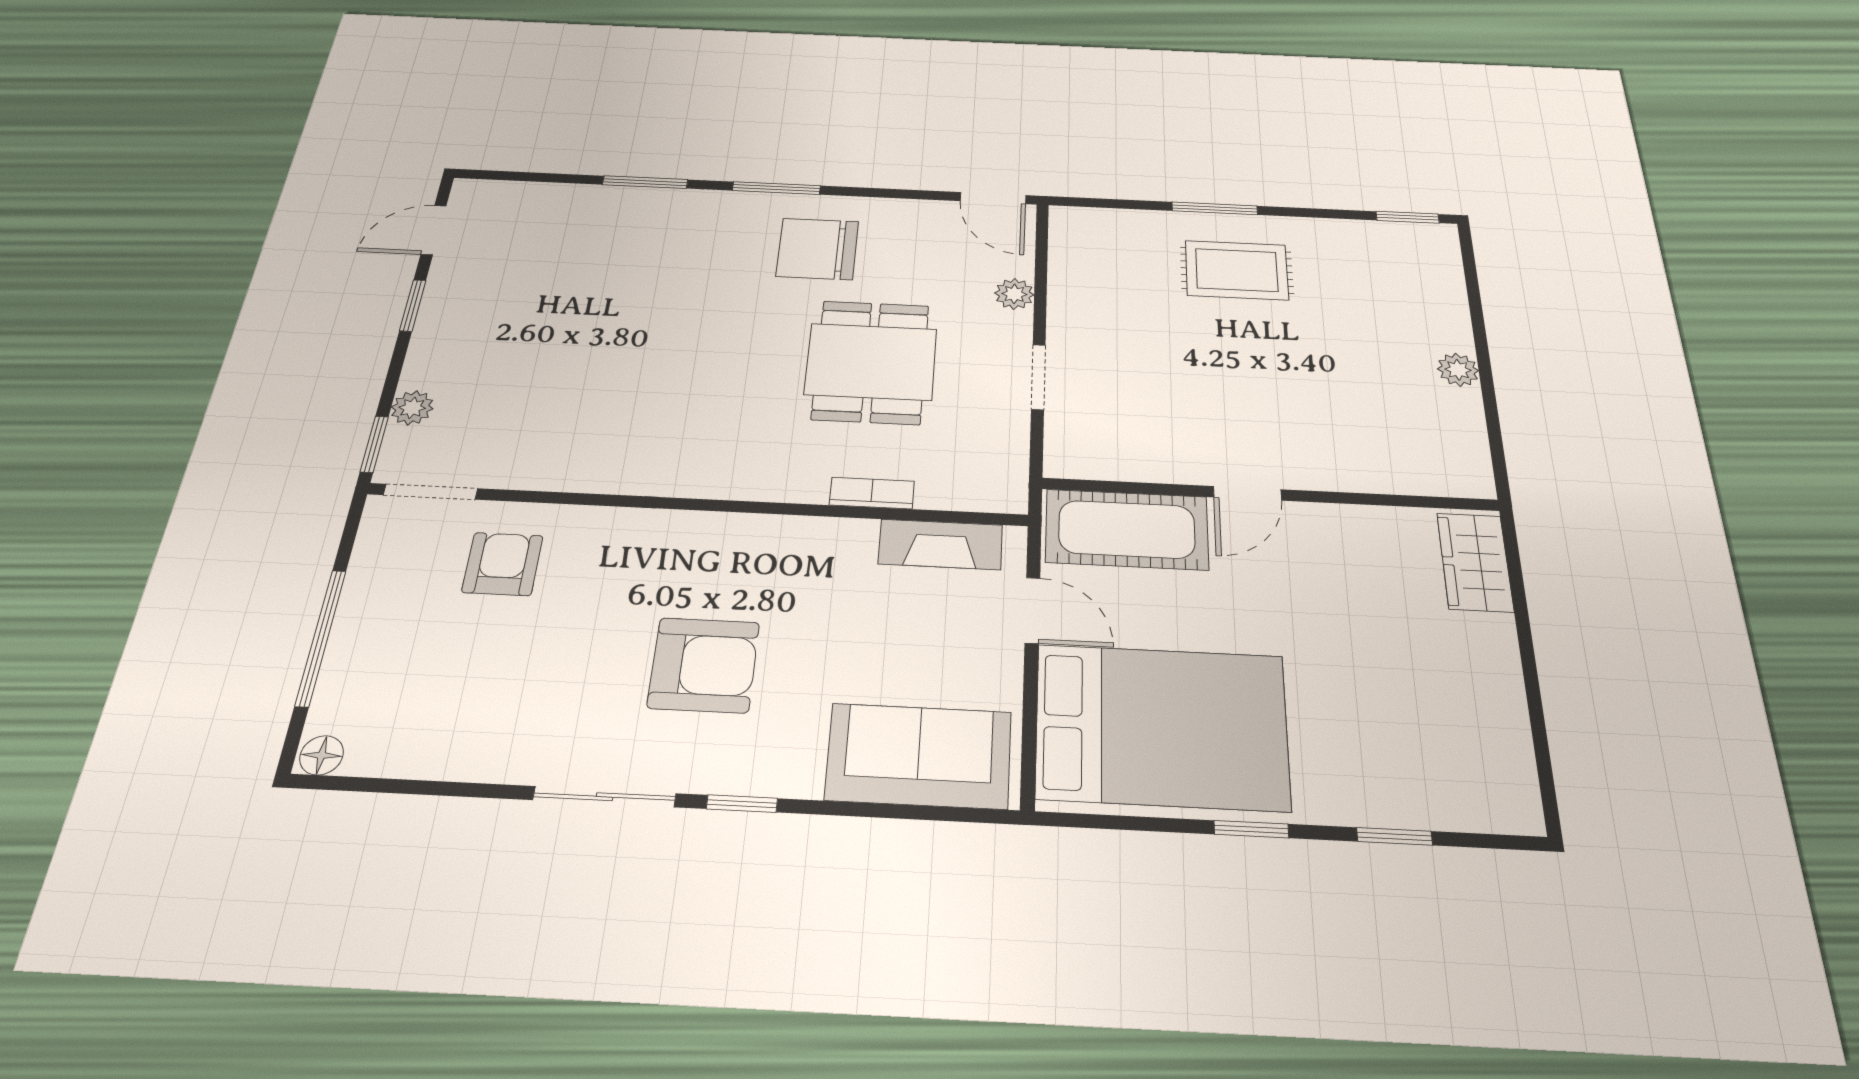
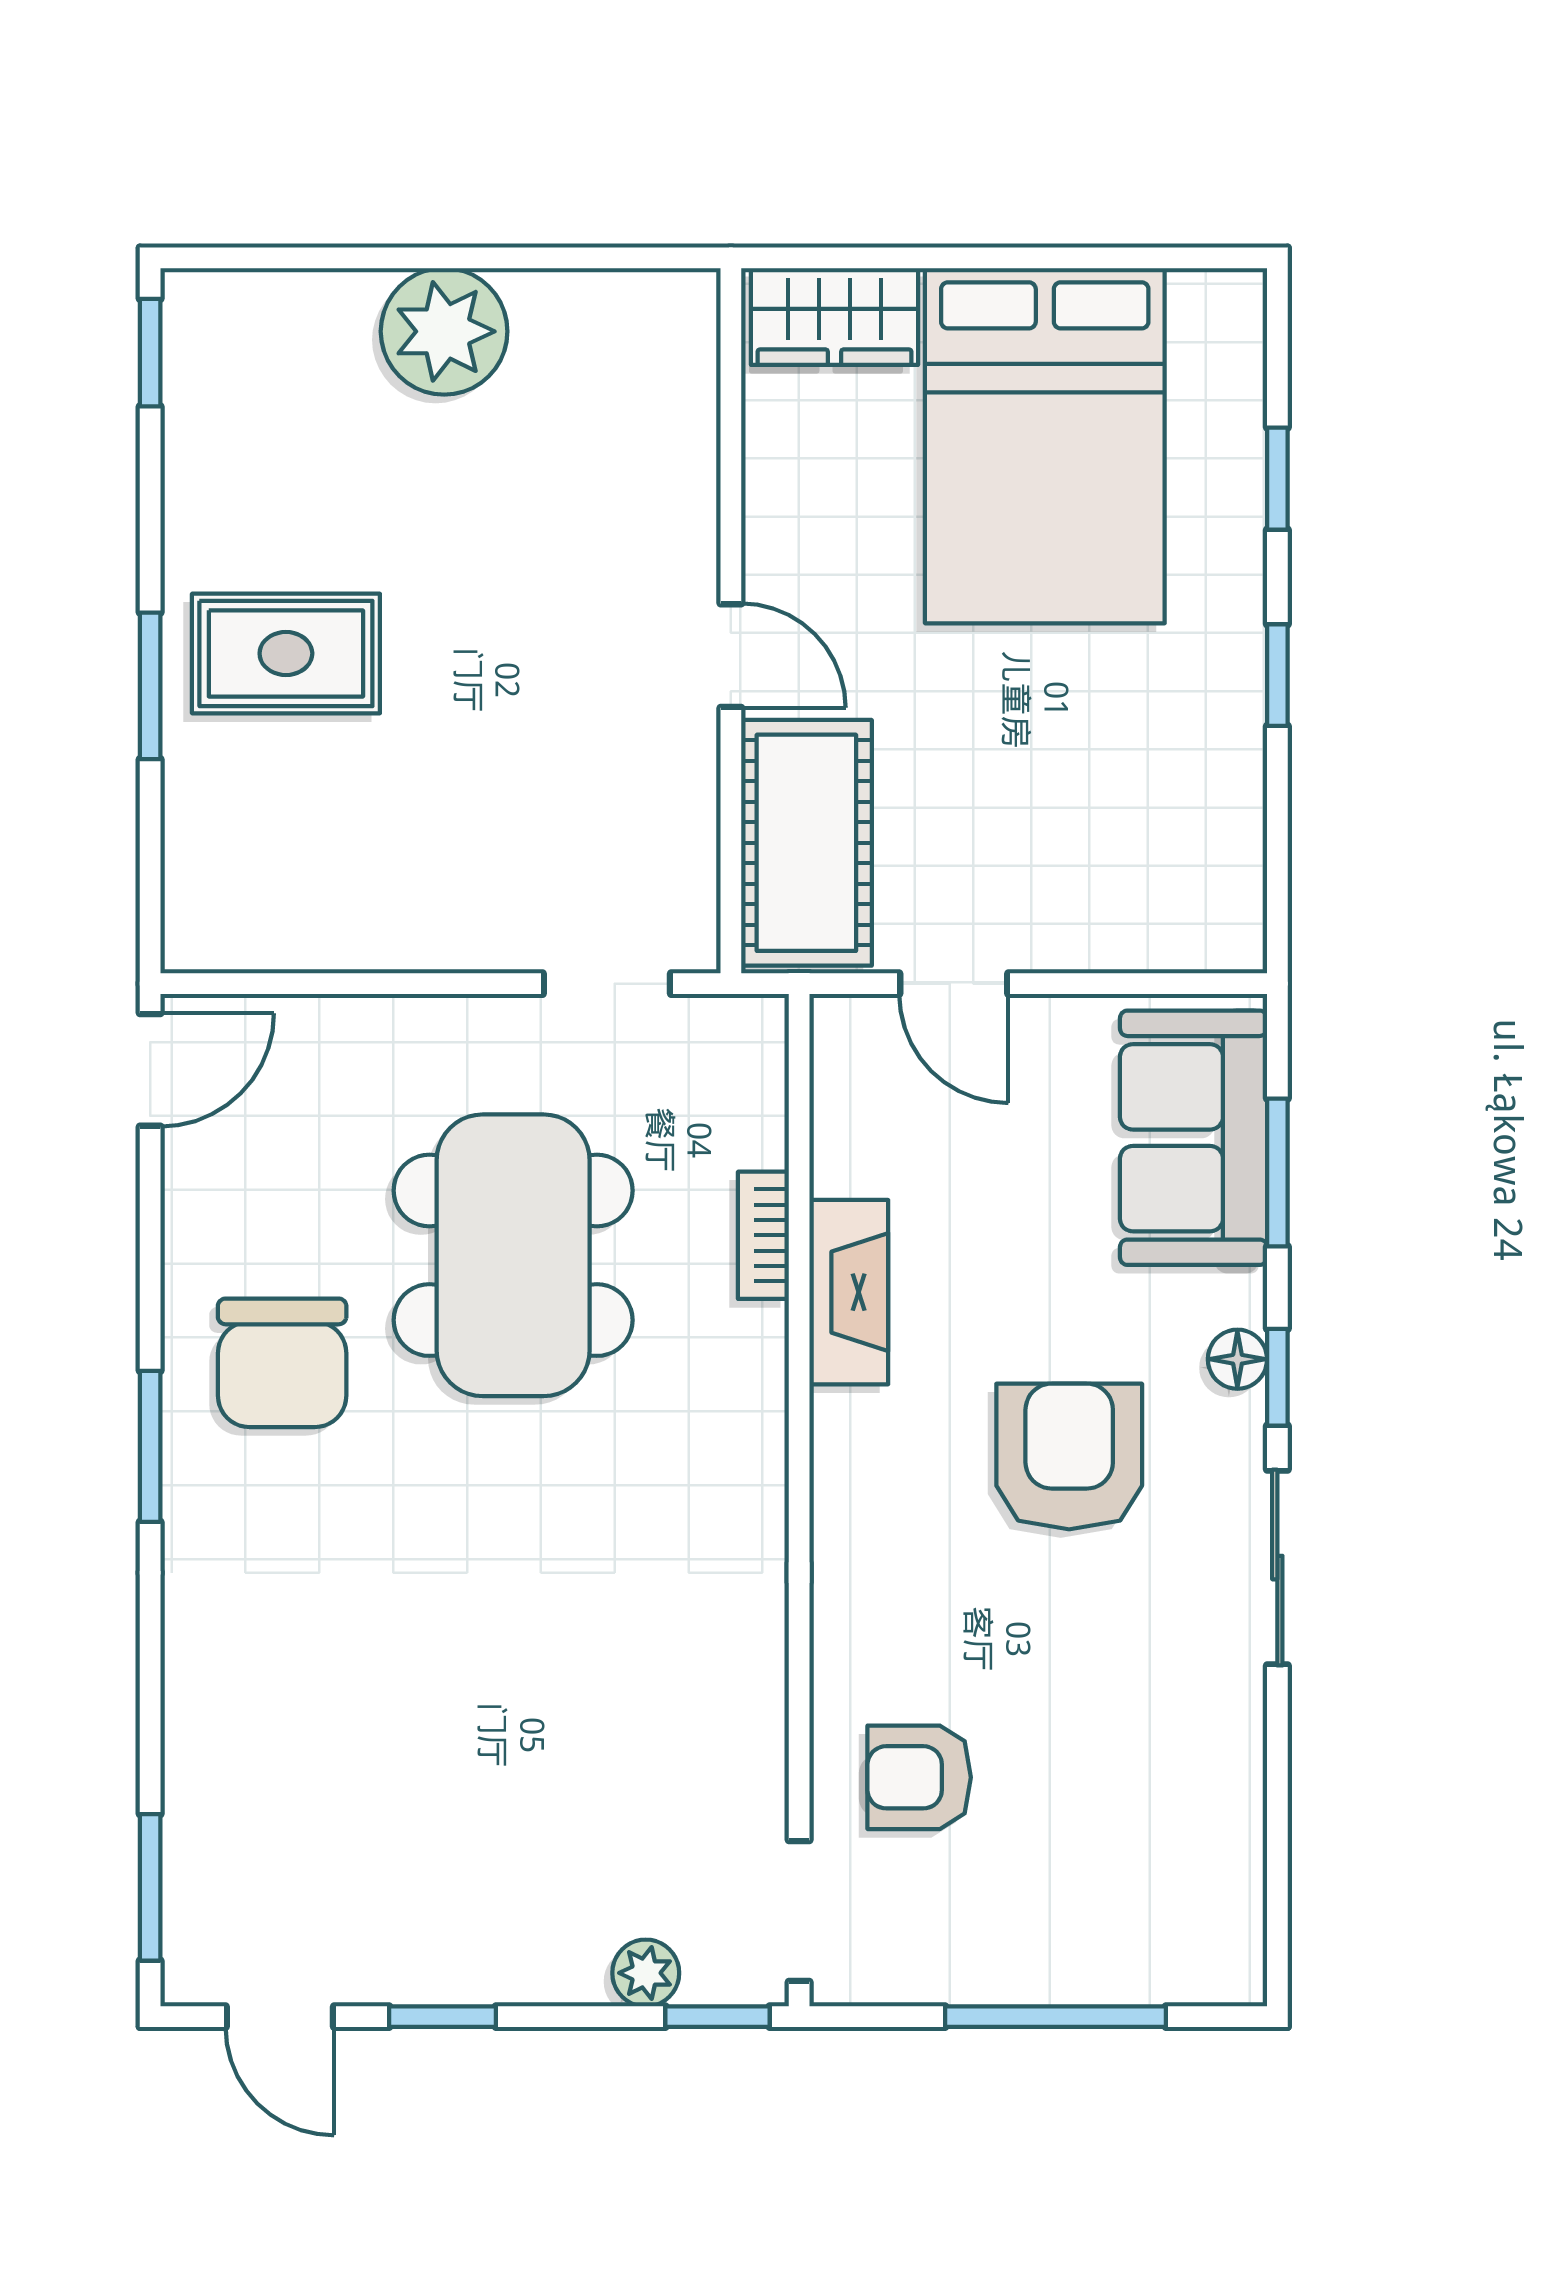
window: (645, 182) -> (150, 1887), moved
rug: (1237, 270) -> (286, 653), turned 90
plant: (1014, 294) -> (359, 1027), removed
dining table: (871, 362) -> (513, 1255), width x1.38
plant: (1458, 370) -> (444, 331), width x1.88, depth x1.88
doorway: (1038, 377) -> (607, 984), moved
fireplace: (941, 544) -> (849, 1292), moved
door: (1032, 610) -> (954, 984), swing flipped
bed: (1162, 726) -> (1045, 446), moved, turned 180
floor lamp: (322, 755) -> (1237, 1359), moved
window: (890, 811) -> (1277, 1173), added

